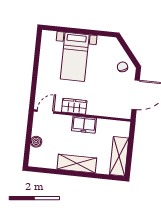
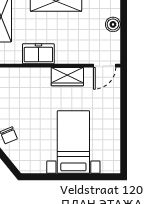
freezer: (84, 125) -> (38, 54), moved

